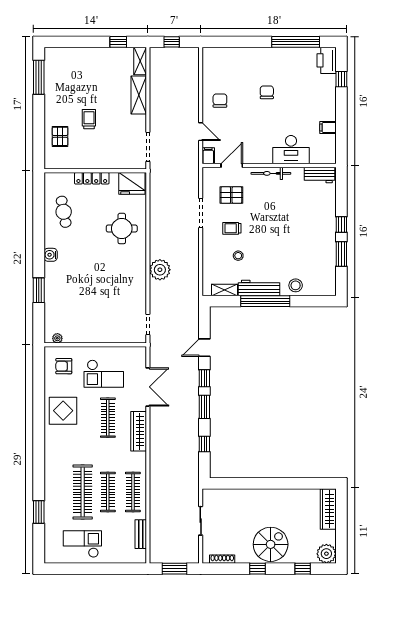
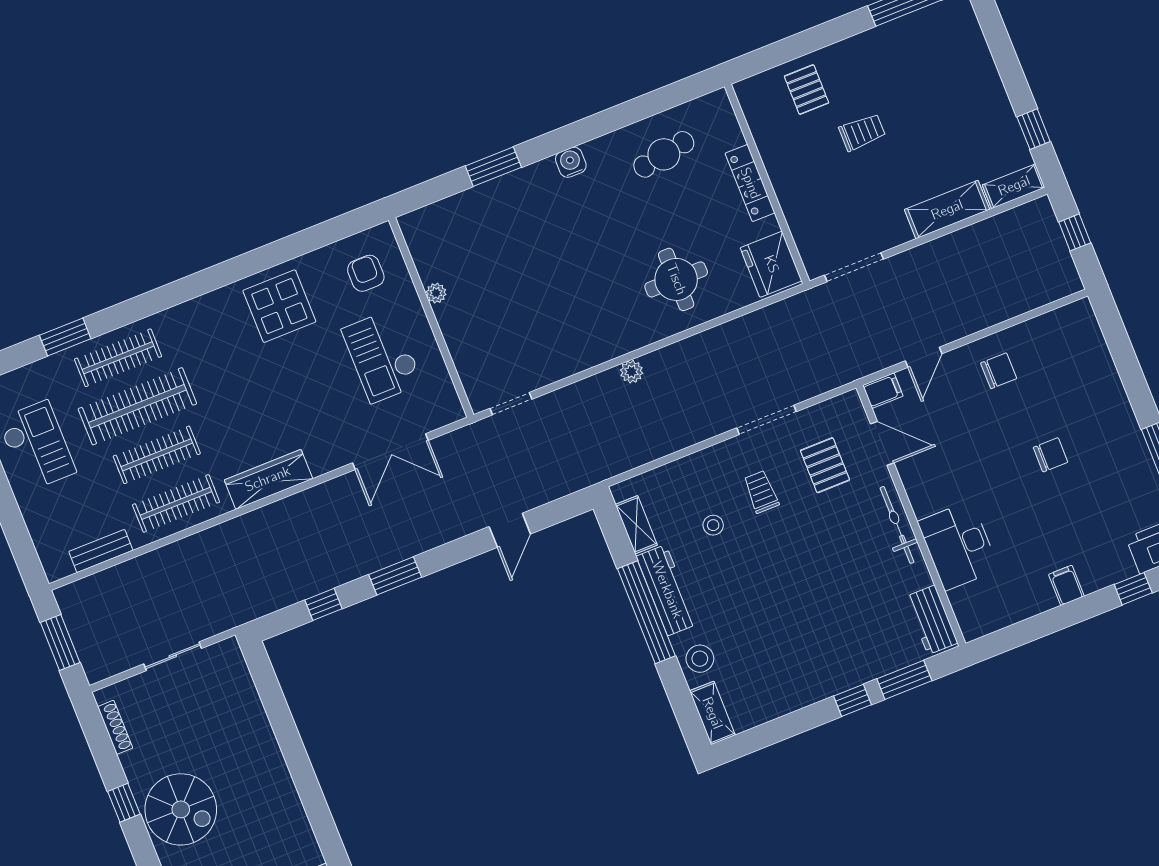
filing cabinet: (328, 127) -> (1066, 585), moved
pallet: (60, 136) -> (807, 90), turned 90
window: (341, 254) -> (904, 680), moved
plant: (160, 270) -> (632, 372), width x0.53, depth x0.53
shelving: (322, 289) -> (712, 713), added
plant: (57, 338) -> (436, 293), moved
door: (204, 348) -> (510, 530), swing flipped
window: (204, 378) -> (451, 554), removed
clothes rail: (108, 418) -> (118, 358), moved
wardrobe: (139, 431) -> (268, 479), moved

